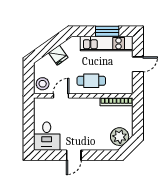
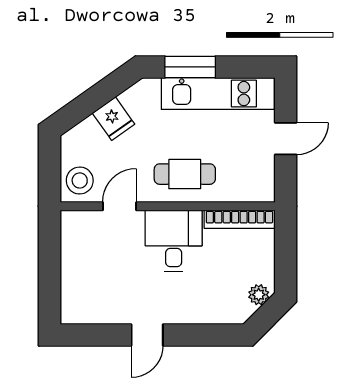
window: (107, 31) -> (190, 67), moved
desk: (47, 136) -> (174, 241), moved, turned 180
plant: (120, 137) -> (259, 295), width x0.53, depth x0.53

